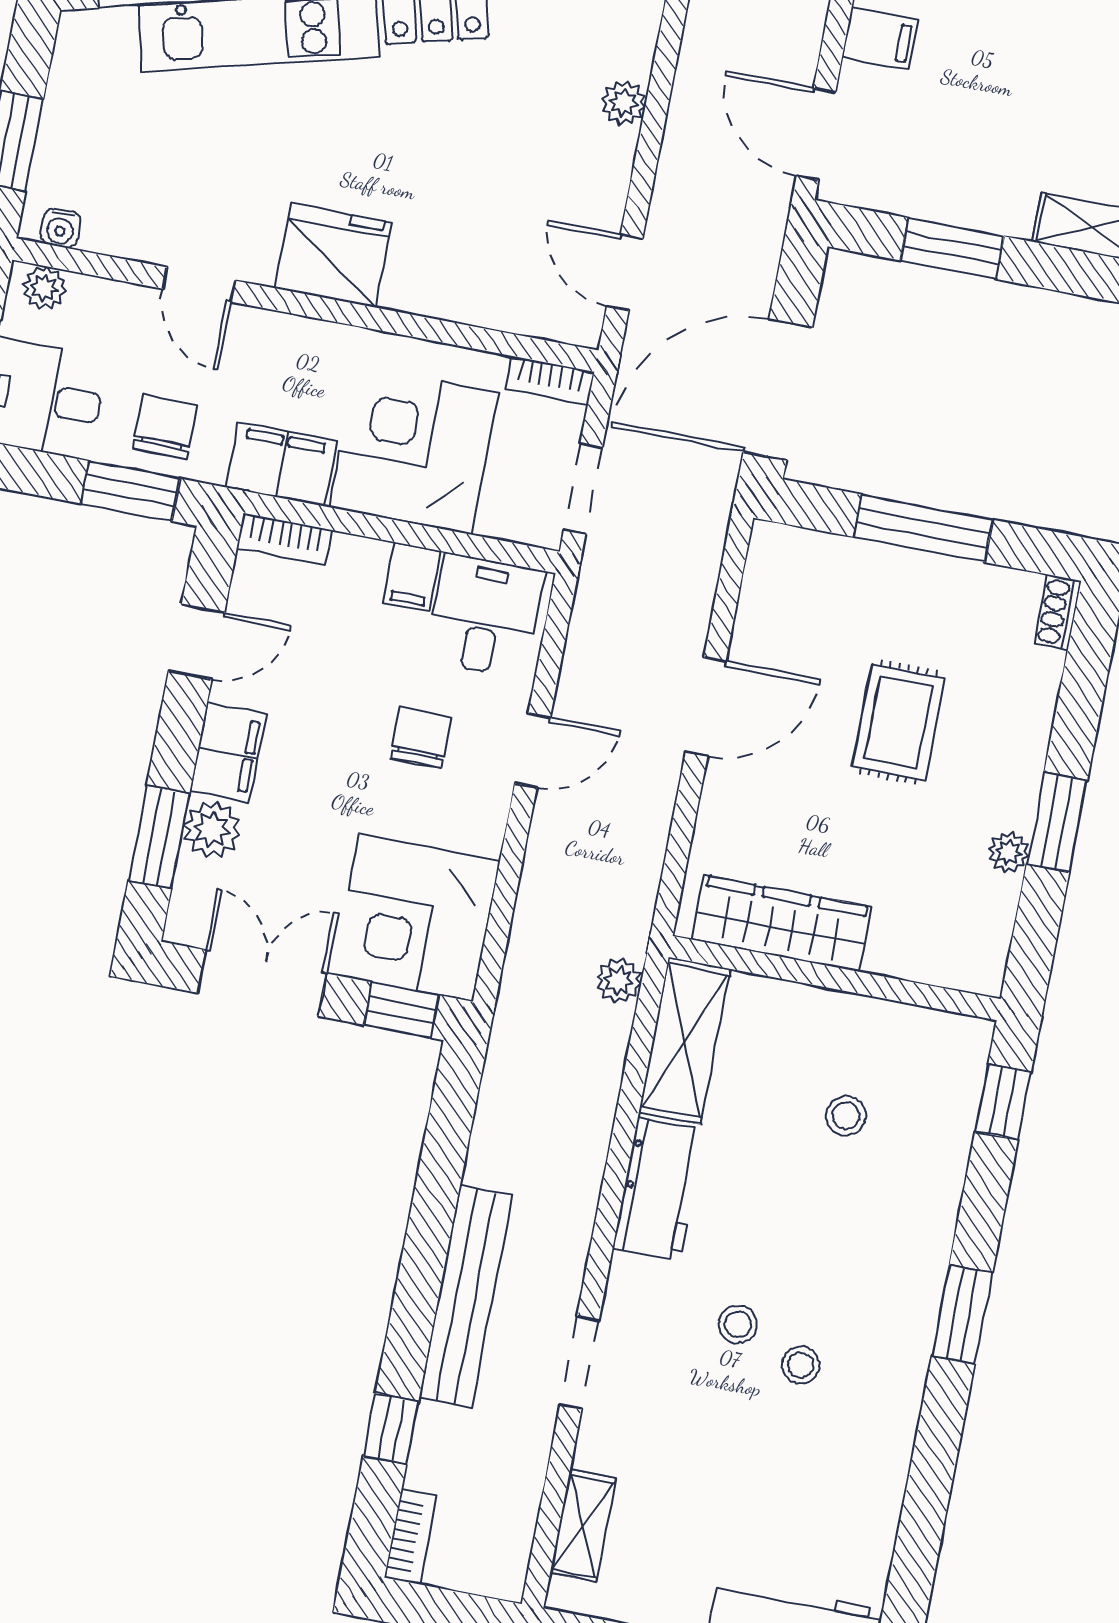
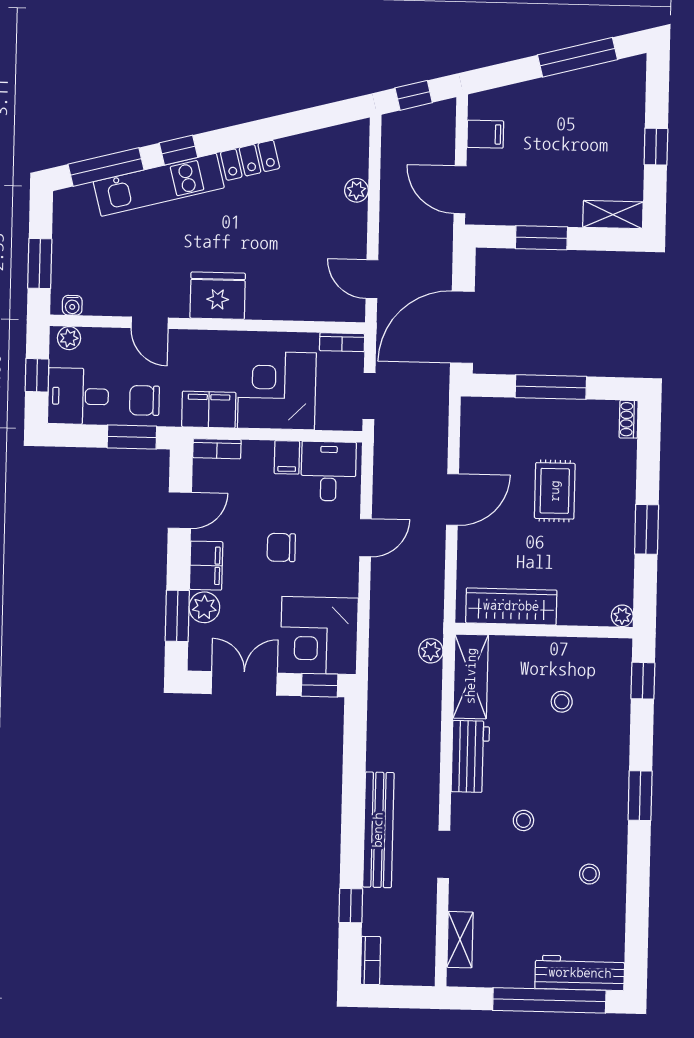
chair: (165, 427) -> (144, 400), turned -90
chair: (421, 738) -> (281, 547), moved, turned -90
plant: (1008, 852) -> (622, 616), moved
stool: (801, 1365) -> (589, 874), moved

